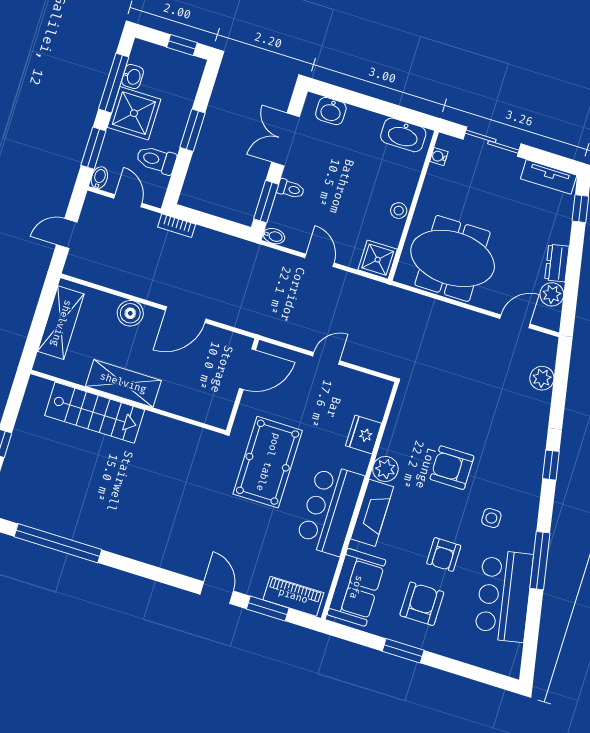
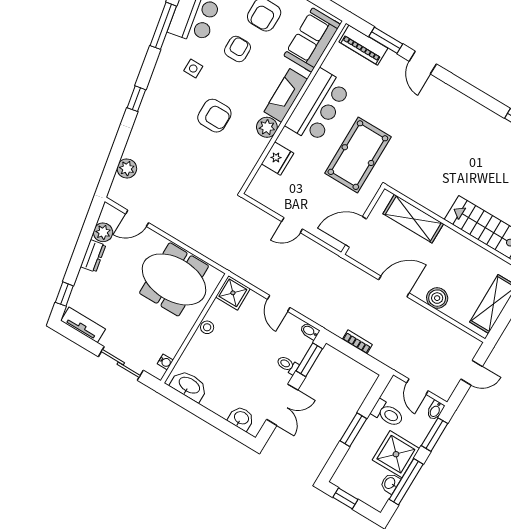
bookcase: (177, 226) -> (357, 342), moved
shelving: (123, 383) -> (413, 219), moved

